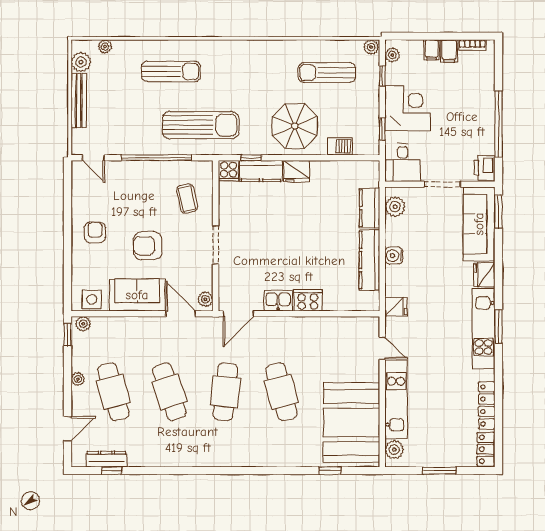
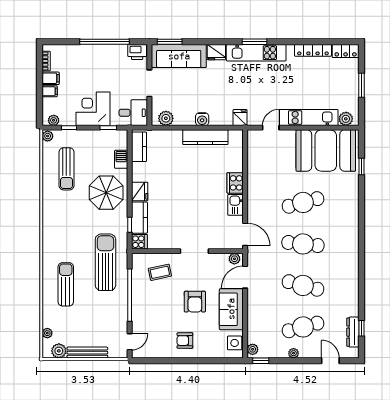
kitchen counter: (370, 208) -> (139, 147), moved, turned -90
cafe table: (169, 392) -> (303, 285), turned 33

